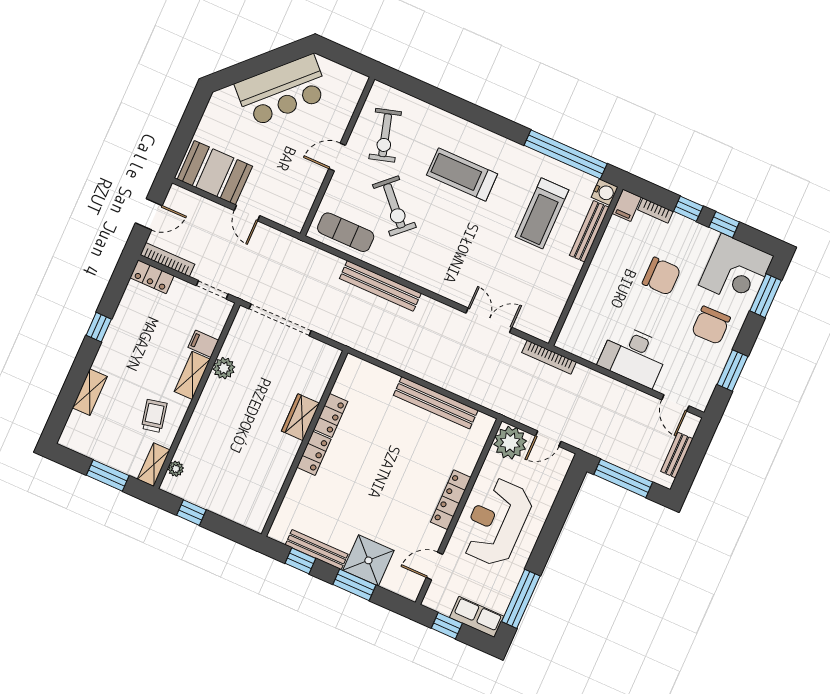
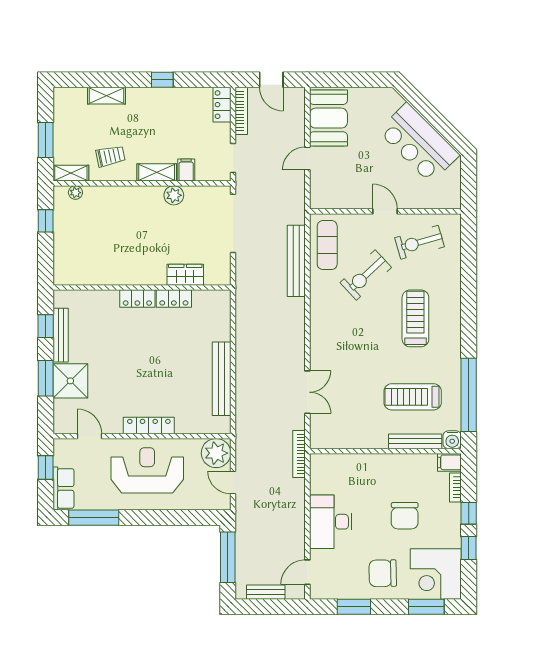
bench: (380, 286) -> (296, 261), moved
wardrobe: (300, 417) -> (185, 275), moved

